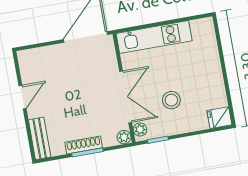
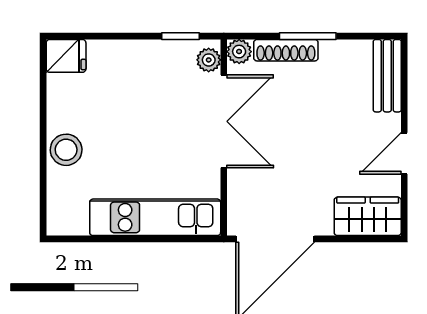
wardrobe: (37, 59) -> (368, 216), added
double door: (126, 97) -> (224, 121), swing flipped
stool: (171, 100) -> (66, 150), moved
shoe rack: (84, 145) -> (286, 50), moved

